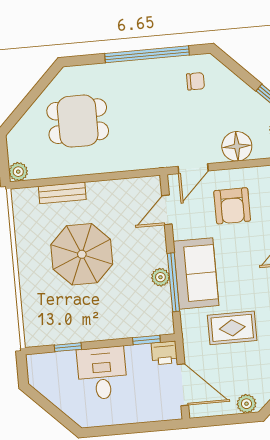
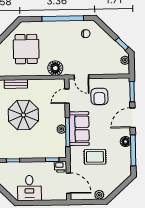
dining table: (78, 121) -> (26, 49), turned 90
floor lamp: (237, 146) -> (55, 68), moved
door: (193, 169) -> (81, 77), hinge flipped
desk: (102, 373) -> (29, 188), moved, turned 180

